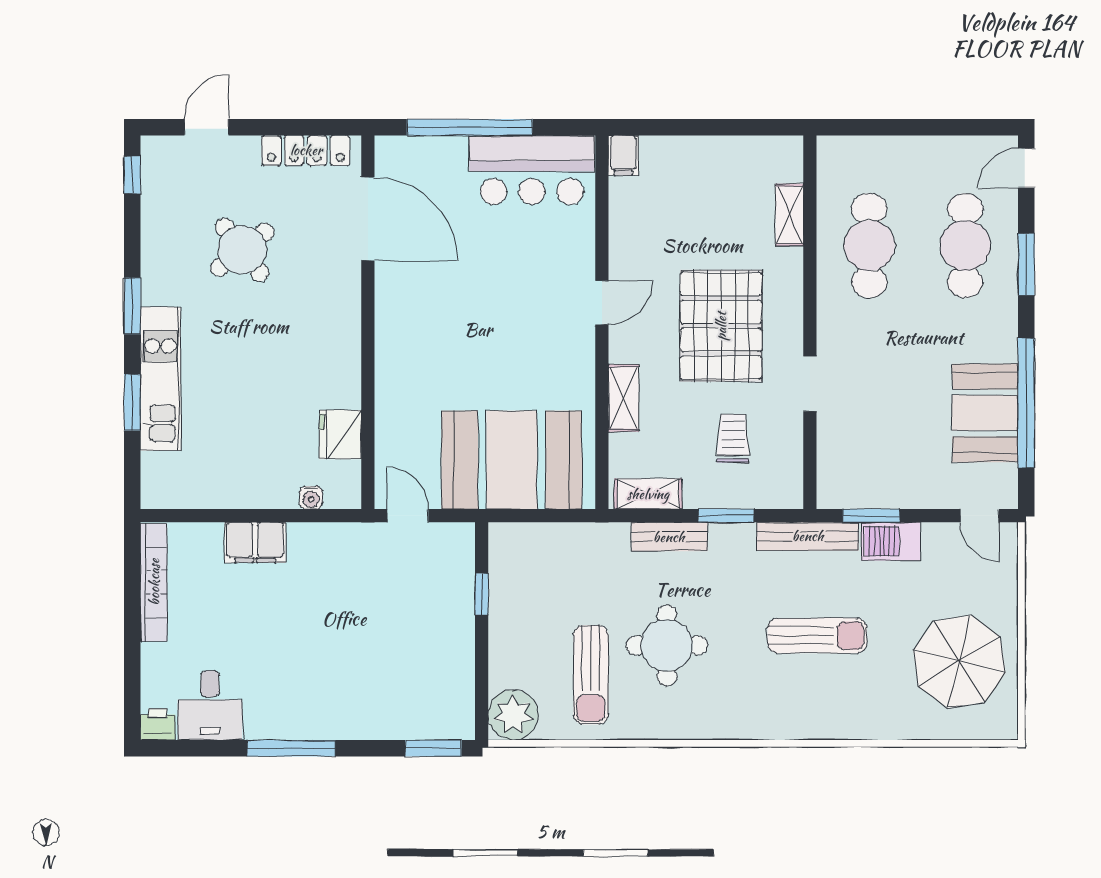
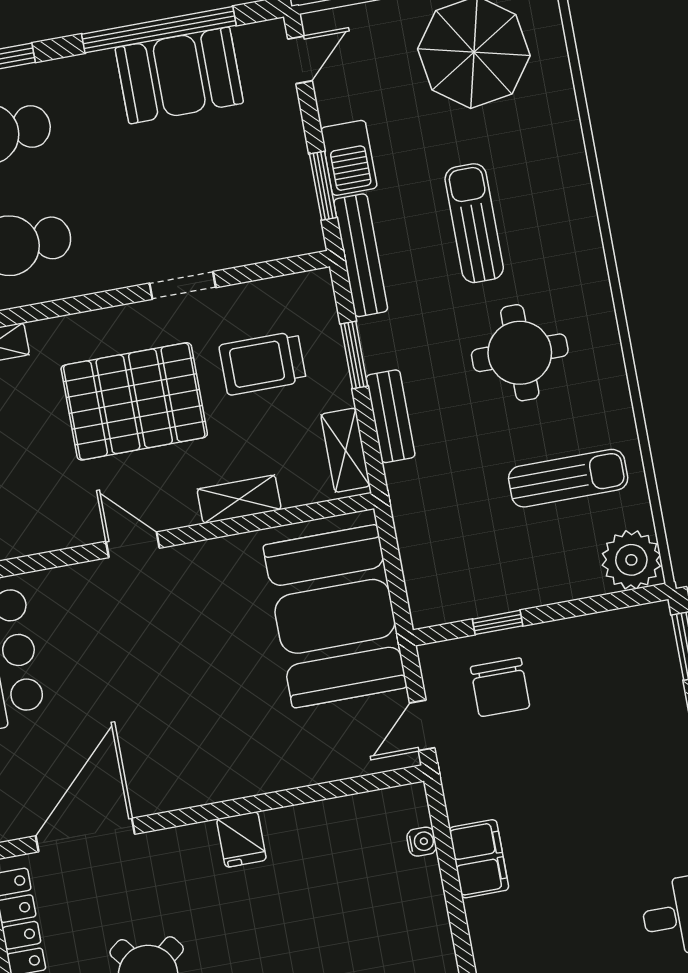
fridge: (340, 435) -> (241, 839), moved, width x0.72
trolley: (733, 438) -> (263, 363), width x1.36, depth x1.39
filing cabinet: (255, 543) -> (479, 859), moved
chair: (427, 586) -> (500, 687), added
round table: (667, 645) -> (520, 353), moved

